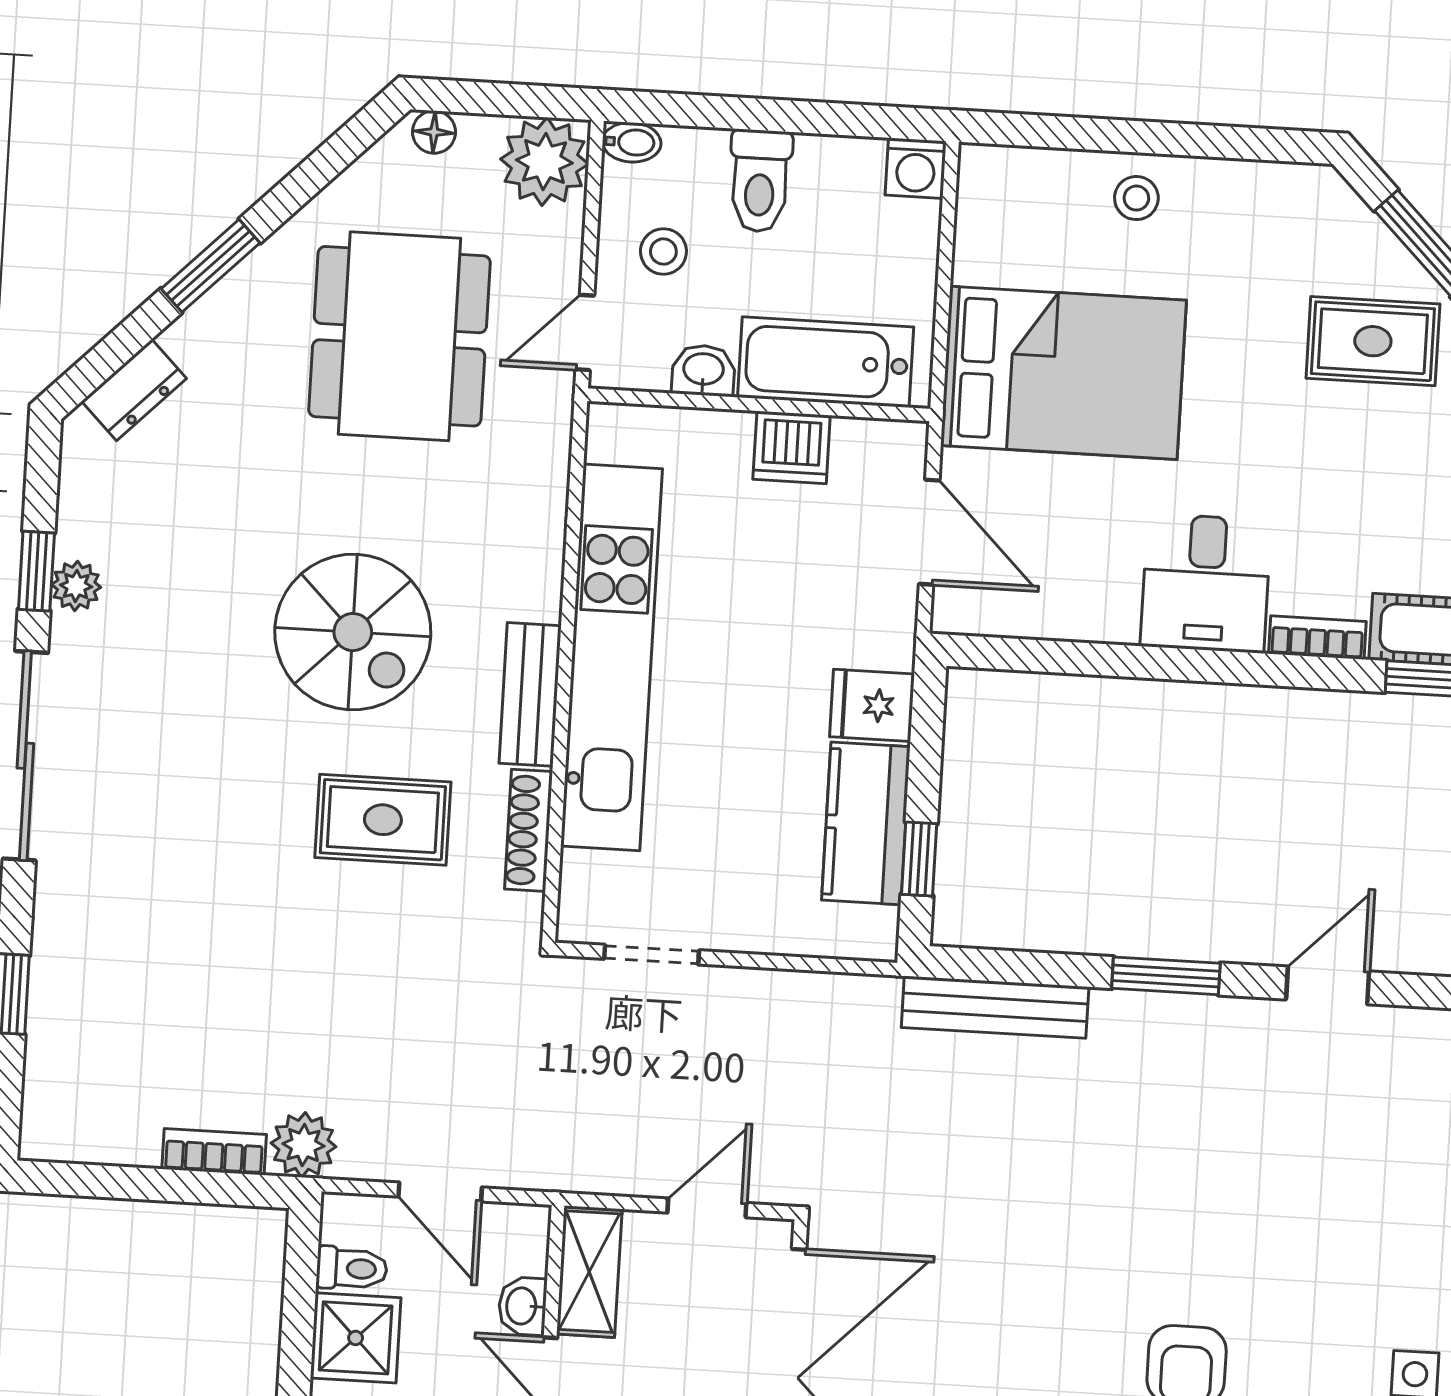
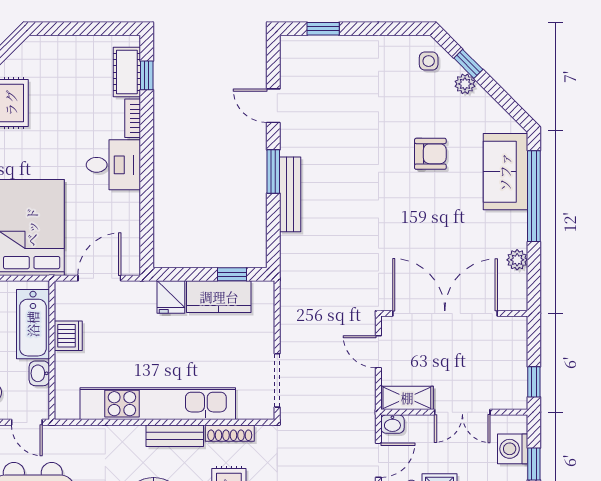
doorway: (652, 955) -> (277, 380), width x1.38
bench: (995, 1007) -> (290, 194), moved
washbasin: (523, 1306) -> (392, 424), moved

